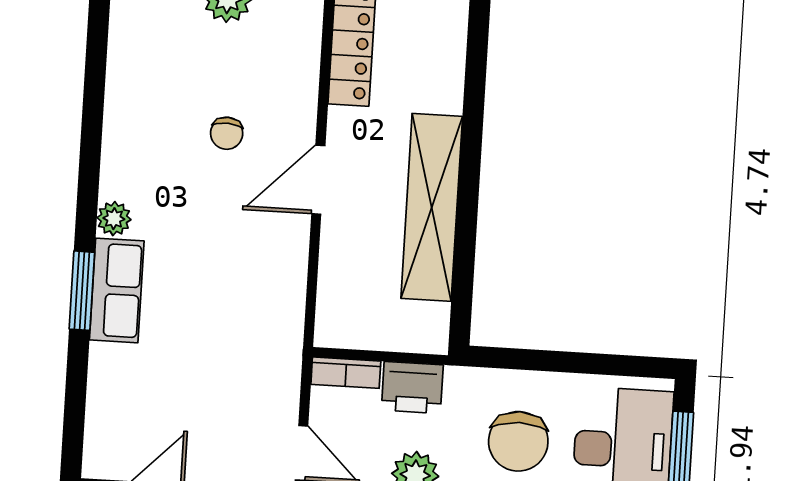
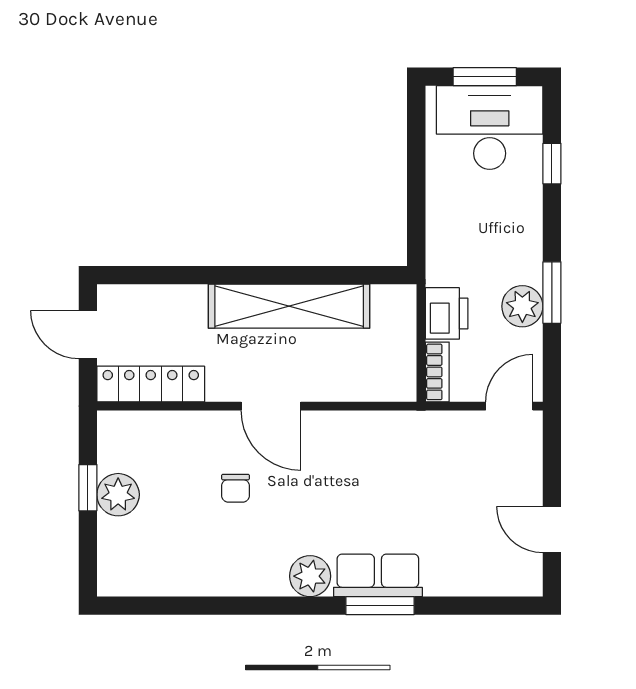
chair: (227, 133) -> (236, 488), turned 87
plant: (114, 219) -> (310, 576), width x1.38, depth x1.38
chair: (518, 441) -> (488, 218), removed

